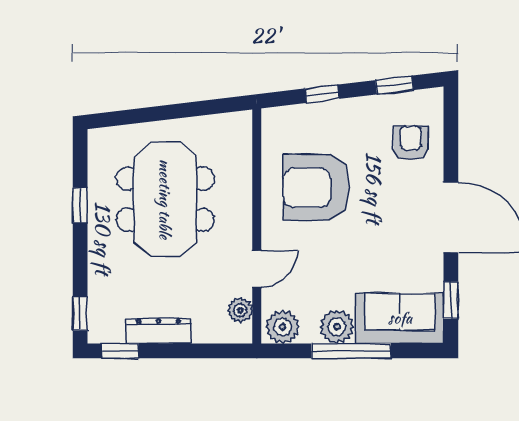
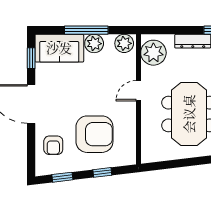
armchair: (316, 188) -> (94, 134), moved
door: (257, 269) -> (138, 91), moved
plant: (240, 310) -> (153, 53), width x1.88, depth x1.88

